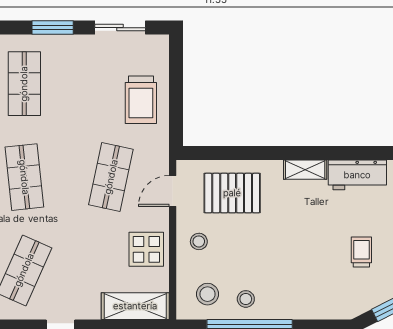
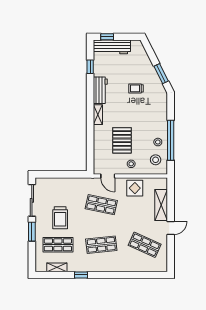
sliding door: (120, 28) -> (32, 200), width x1.37
trolley: (141, 100) -> (60, 218), moved, turned 90
pallet: (232, 193) -> (122, 140), moved
shelving: (135, 306) -> (161, 205), moved

